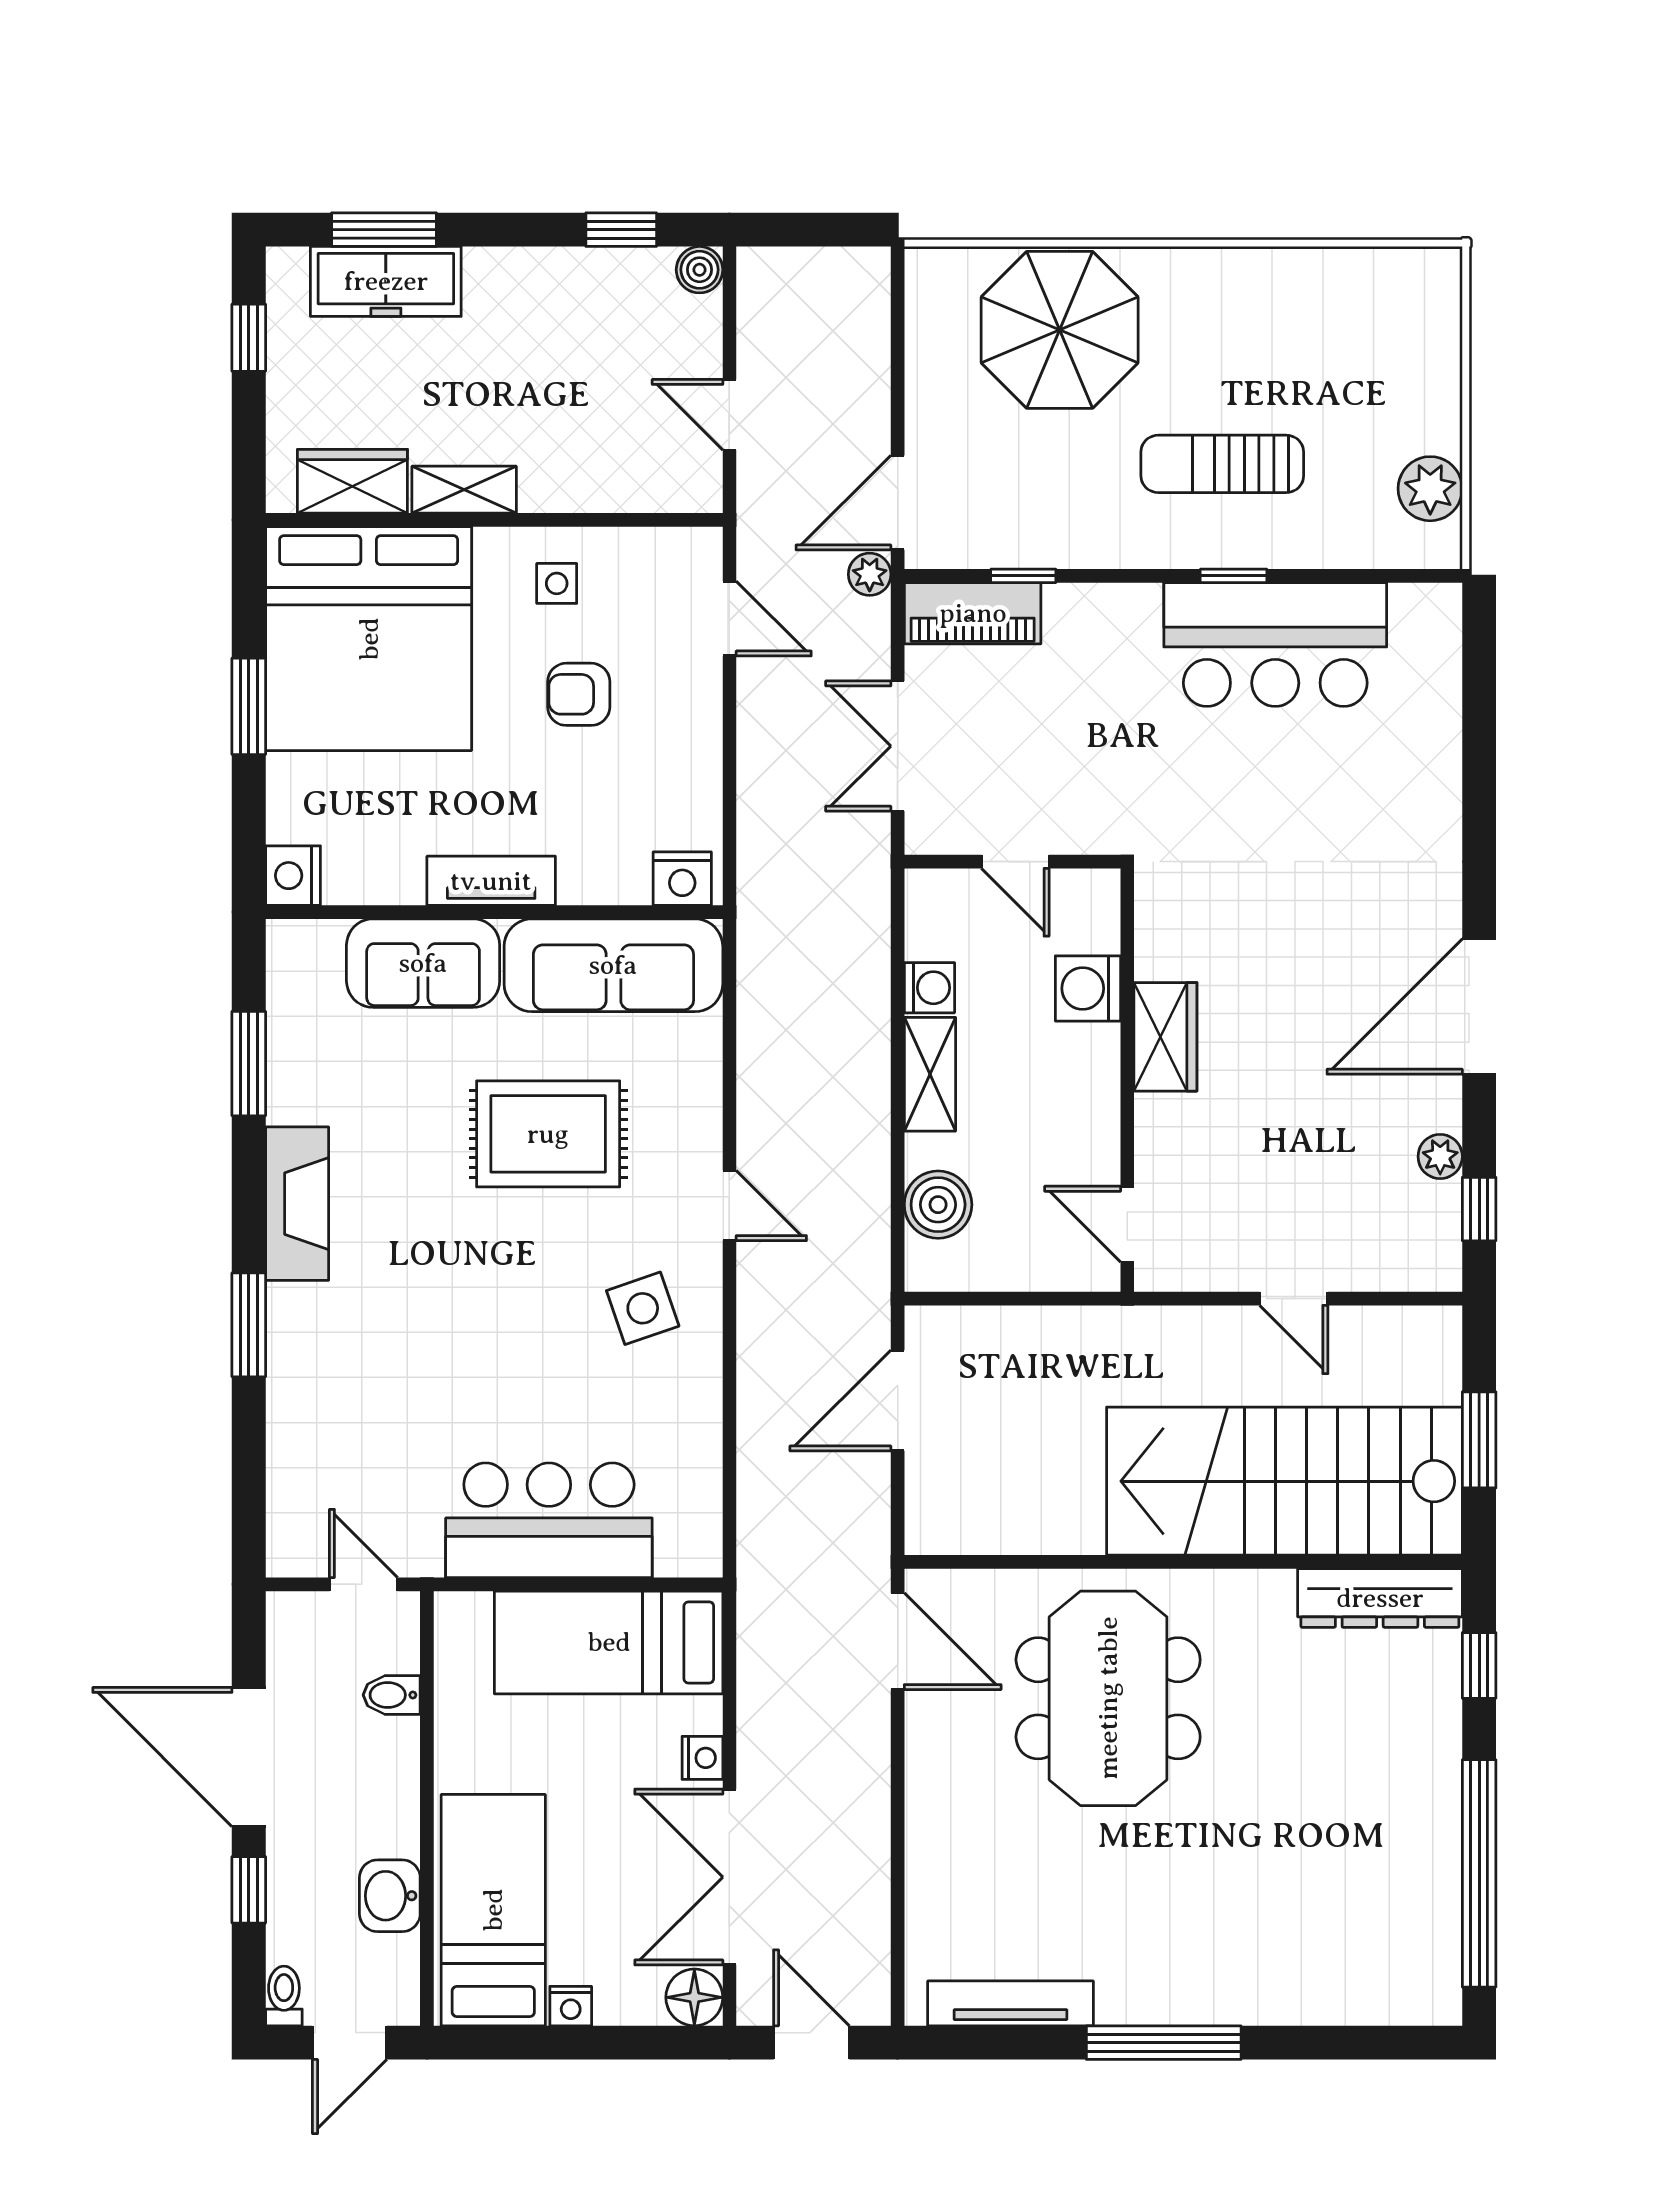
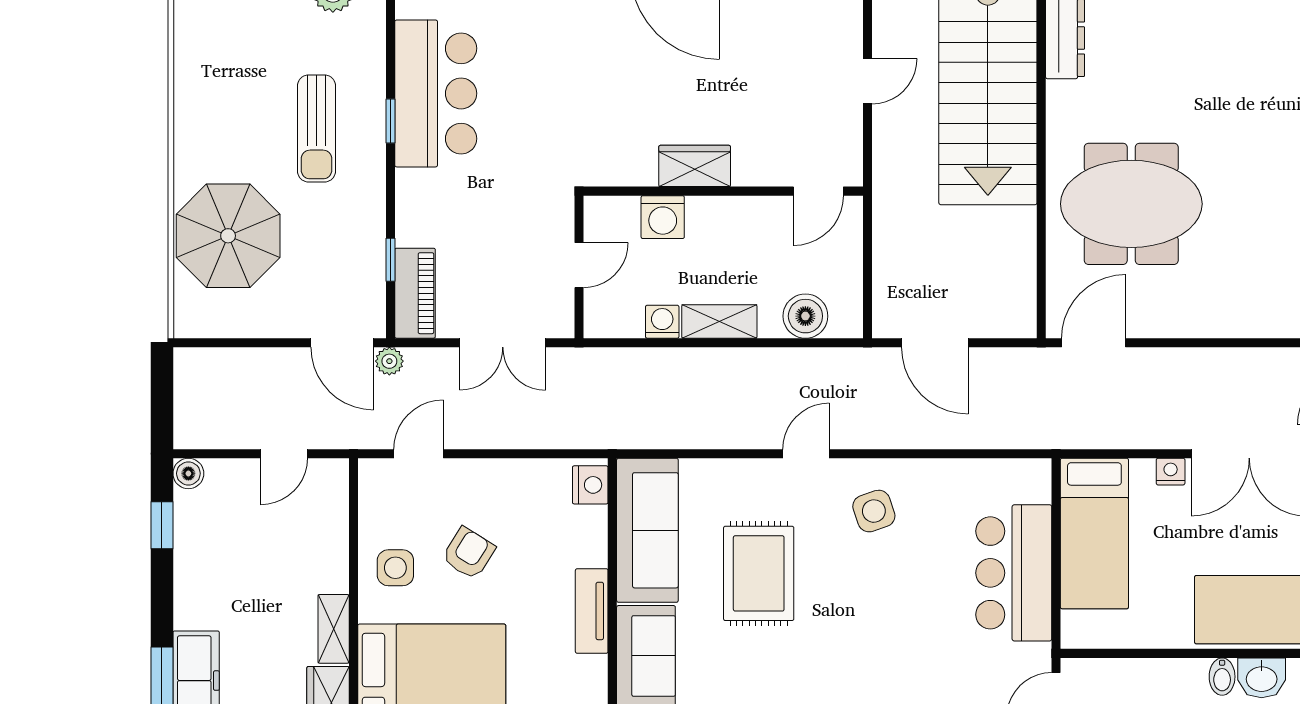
side table: (557, 583) -> (395, 568), width x1.37, depth x1.37
armchair: (579, 694) -> (469, 553), turned -148
bidet: (392, 1695) -> (1222, 677), moved

